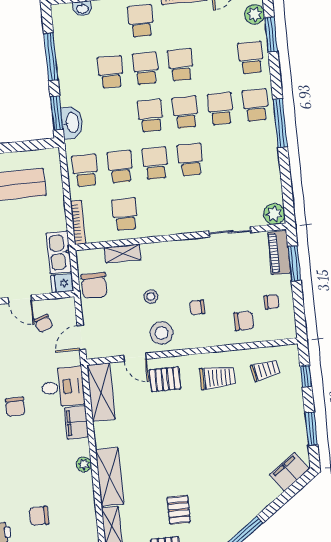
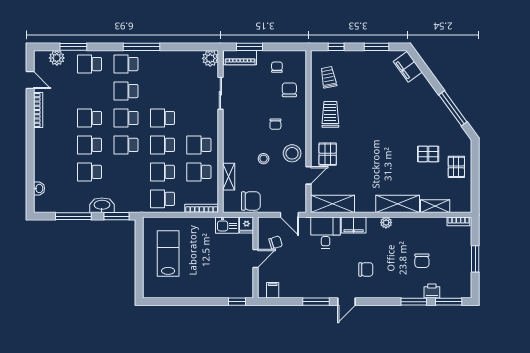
school desk: (141, 21) -> (199, 145), moved
washbasin: (72, 123) -> (102, 205), moved
kitchen sink: (59, 252) -> (227, 225), width x0.73
chair: (15, 407) -> (366, 269), moved

